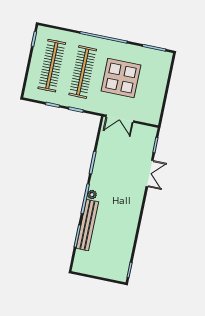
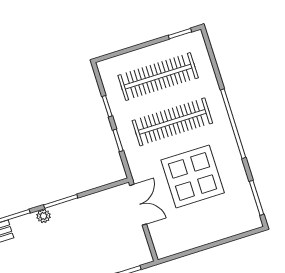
double door: (120, 119) -> (138, 205), swing flipped
plant: (92, 195) -> (43, 216), moved

